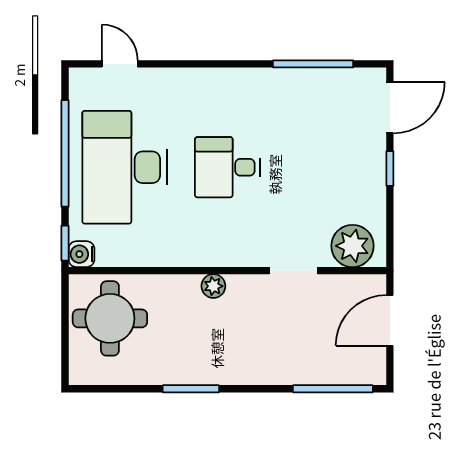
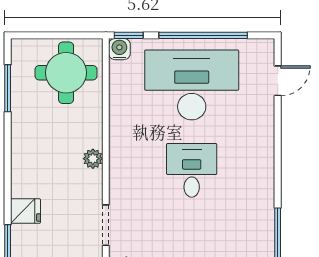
fridge: (276, 367) -> (25, 211), added
window: (191, 389) -> (8, 88), moved

